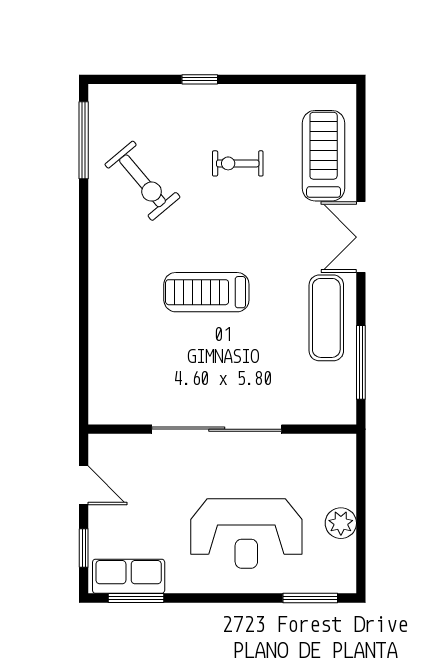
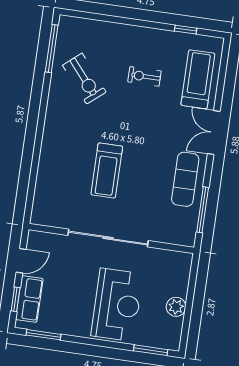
window: (200, 79) -> (186, 30), moved
treadmill: (206, 292) -> (107, 170), moved, turned -90
door: (84, 485) -> (21, 261), hinge flipped
reception desk: (246, 533) -> (117, 305), turned -90
row of seats: (129, 576) -> (29, 299), moved, turned 90

